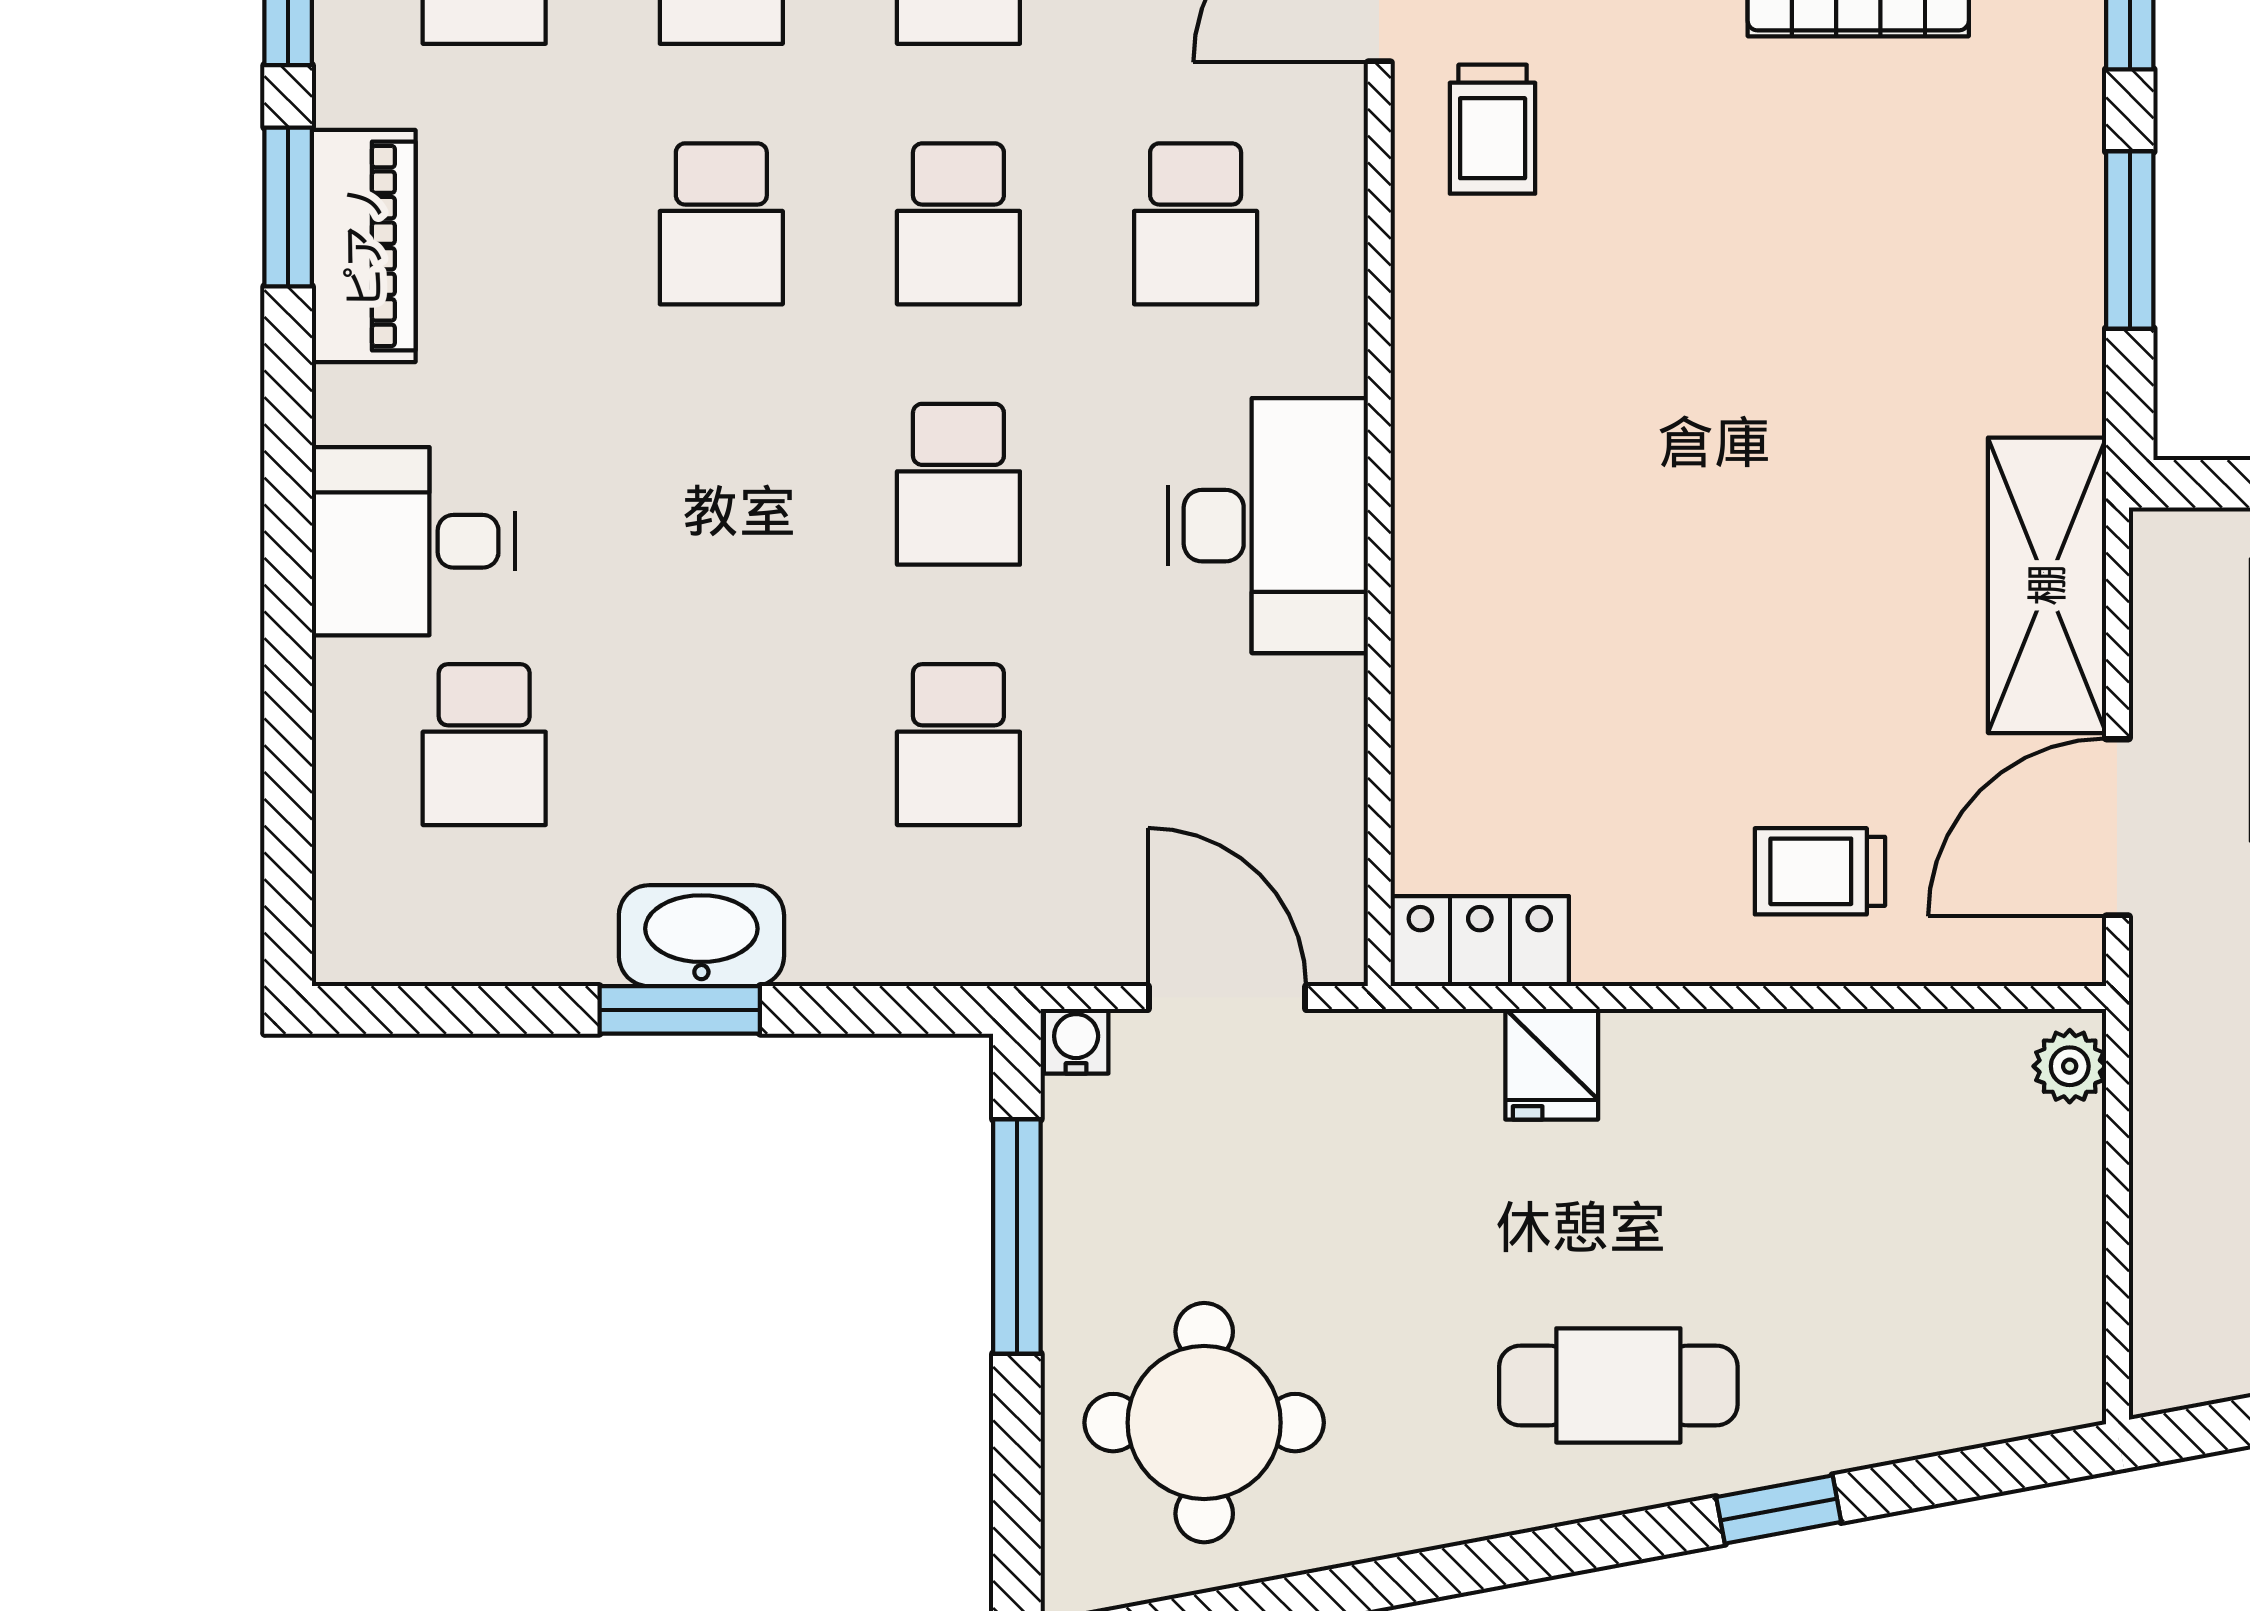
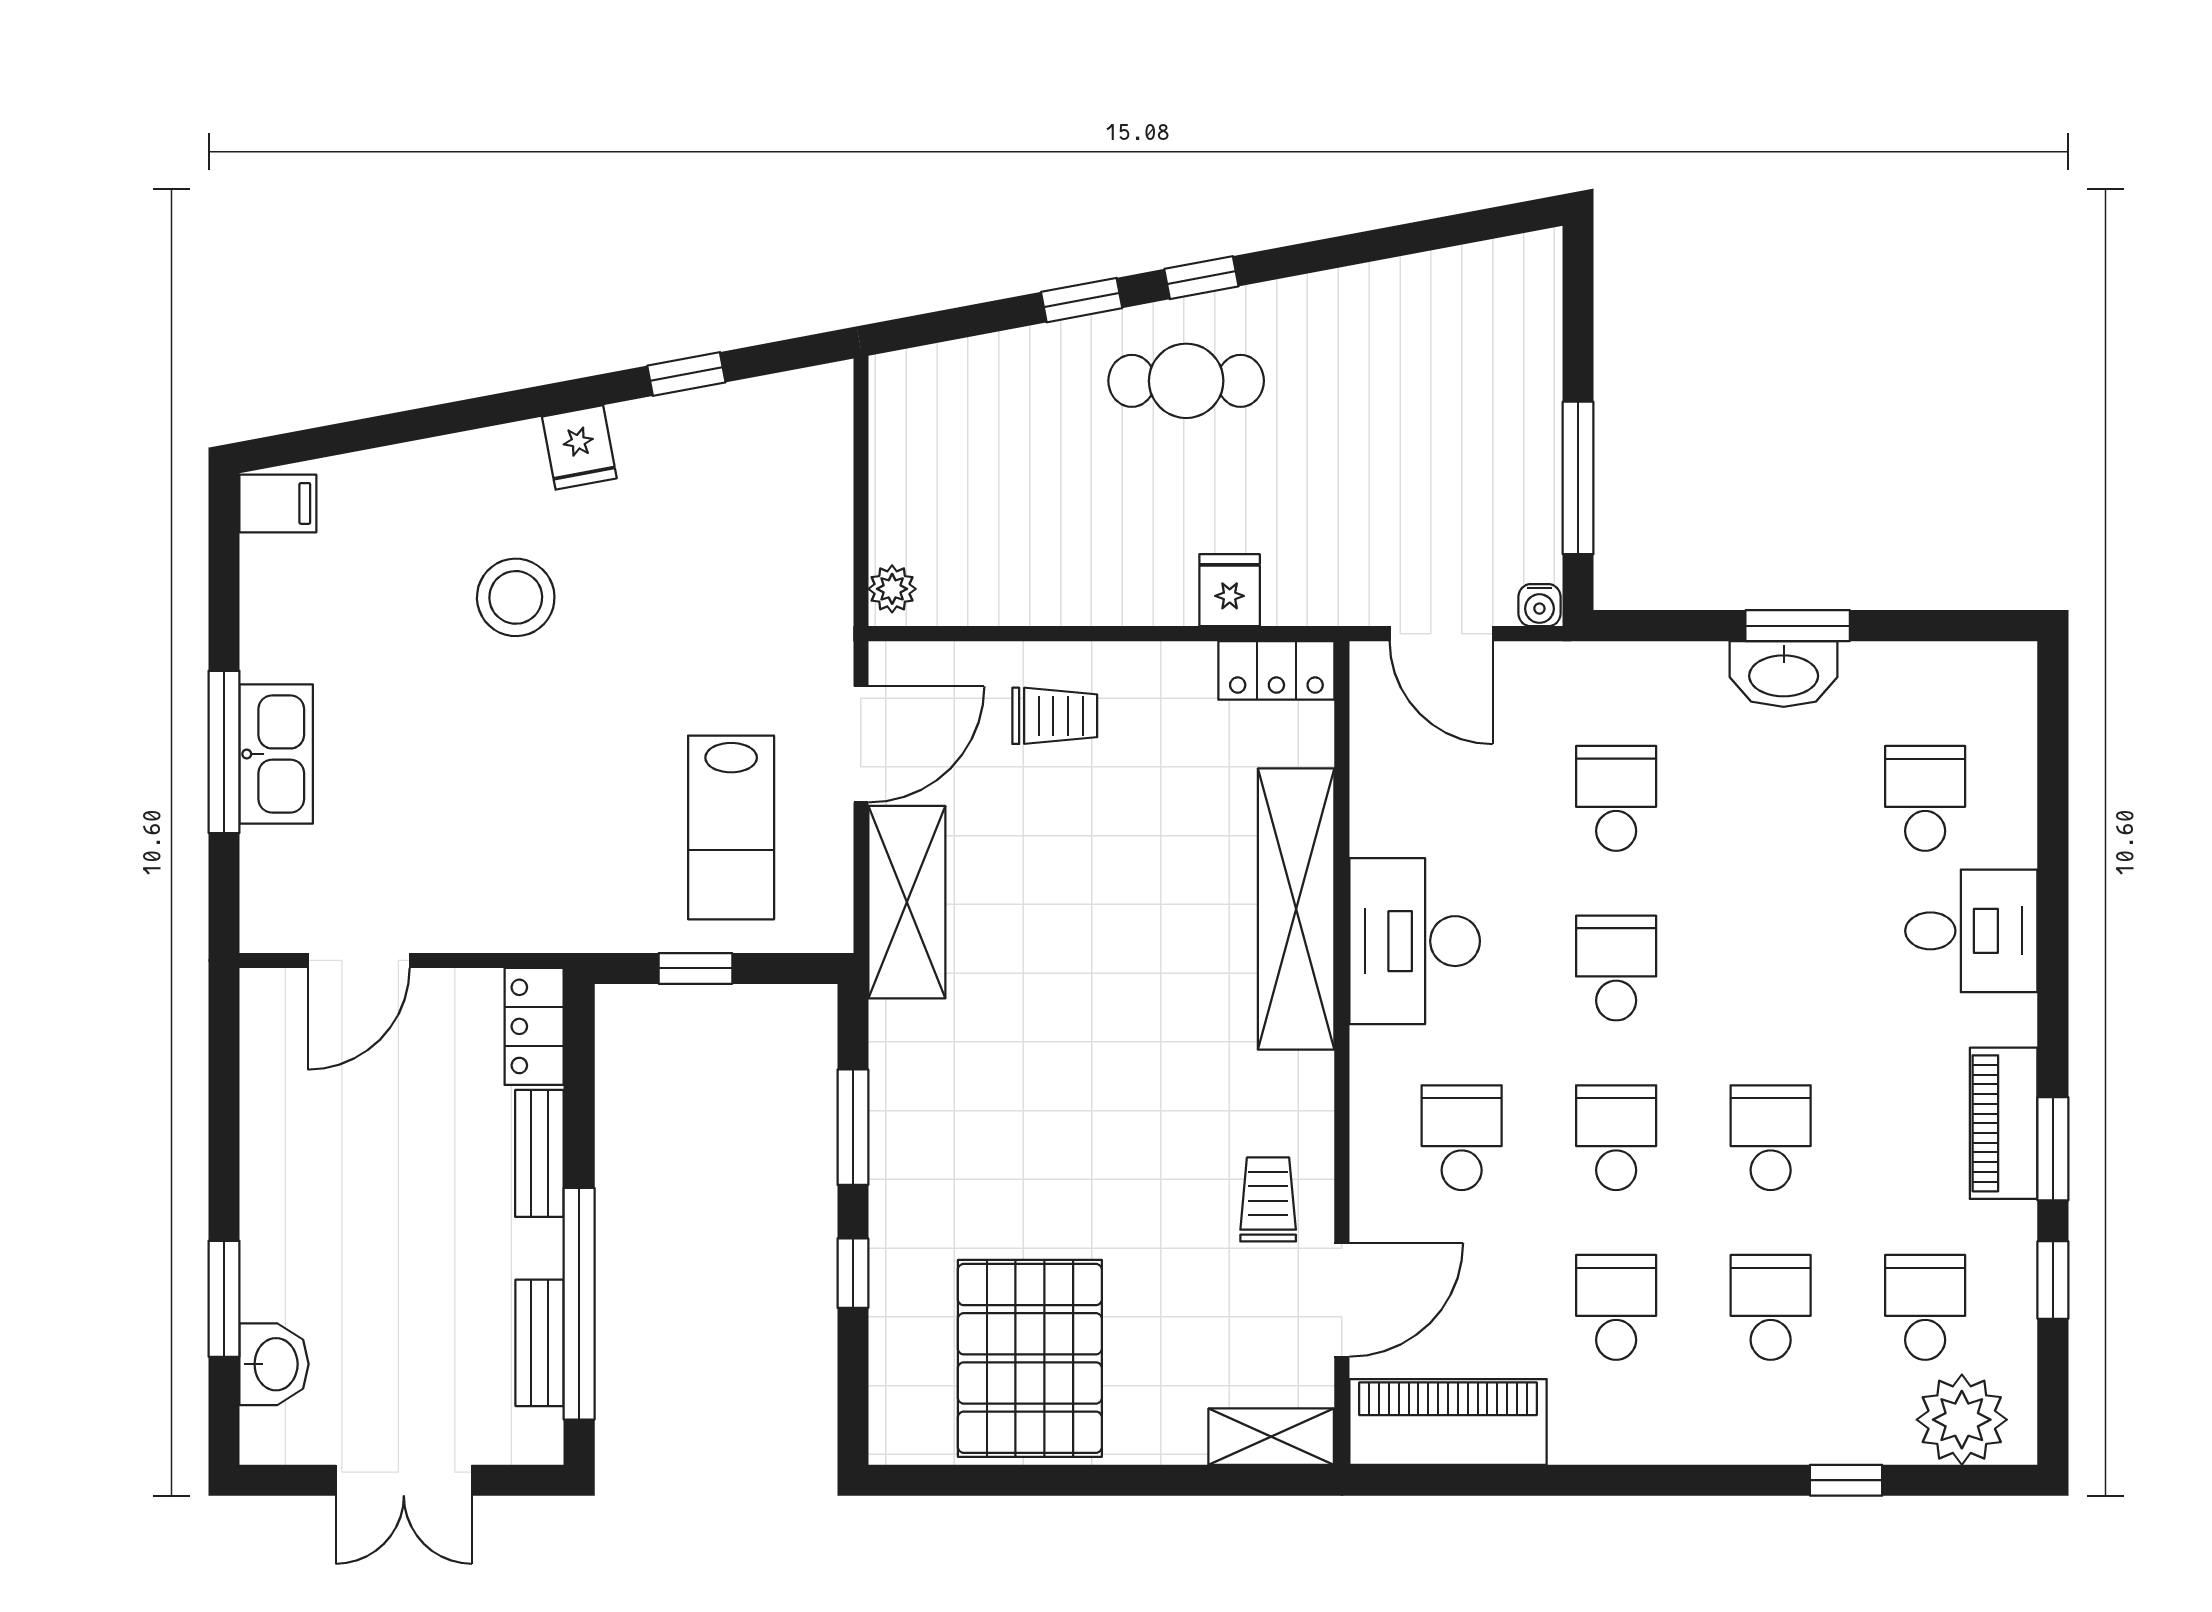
shelving: (1449, 575) -> (1296, 909), added
round table: (1204, 1423) -> (1456, 357), removed
window: (1595, 1544) -> (1201, 278), added

